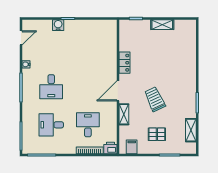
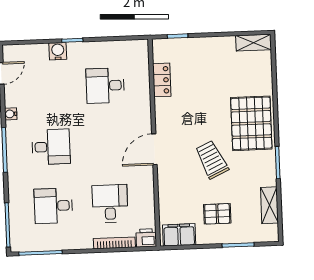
shelving: (162, 25) -> (254, 43), moved
desk: (88, 48) -> (105, 86), added
locker: (125, 63) -> (162, 80), moved
pallet: (181, 77) -> (251, 123), added
desk: (51, 87) -> (51, 147), turned -90
shelving: (124, 114) -> (165, 185), removed
filing cabinet: (132, 147) -> (179, 235), width x2.00

